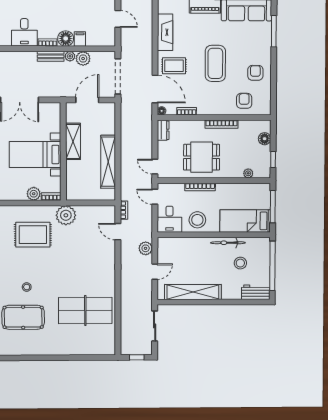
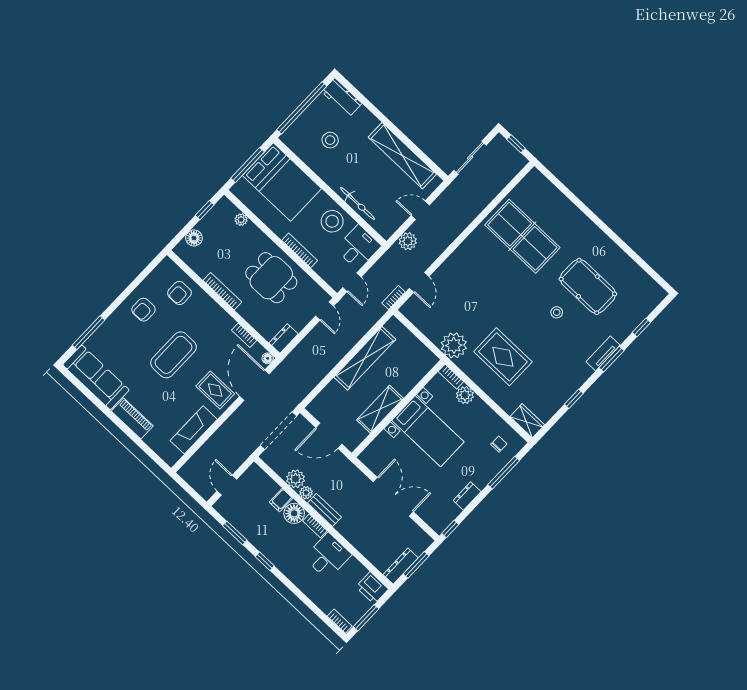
bed: (245, 221) -> (282, 182), width x1.50
bicycle: (228, 243) -> (357, 203), moved

